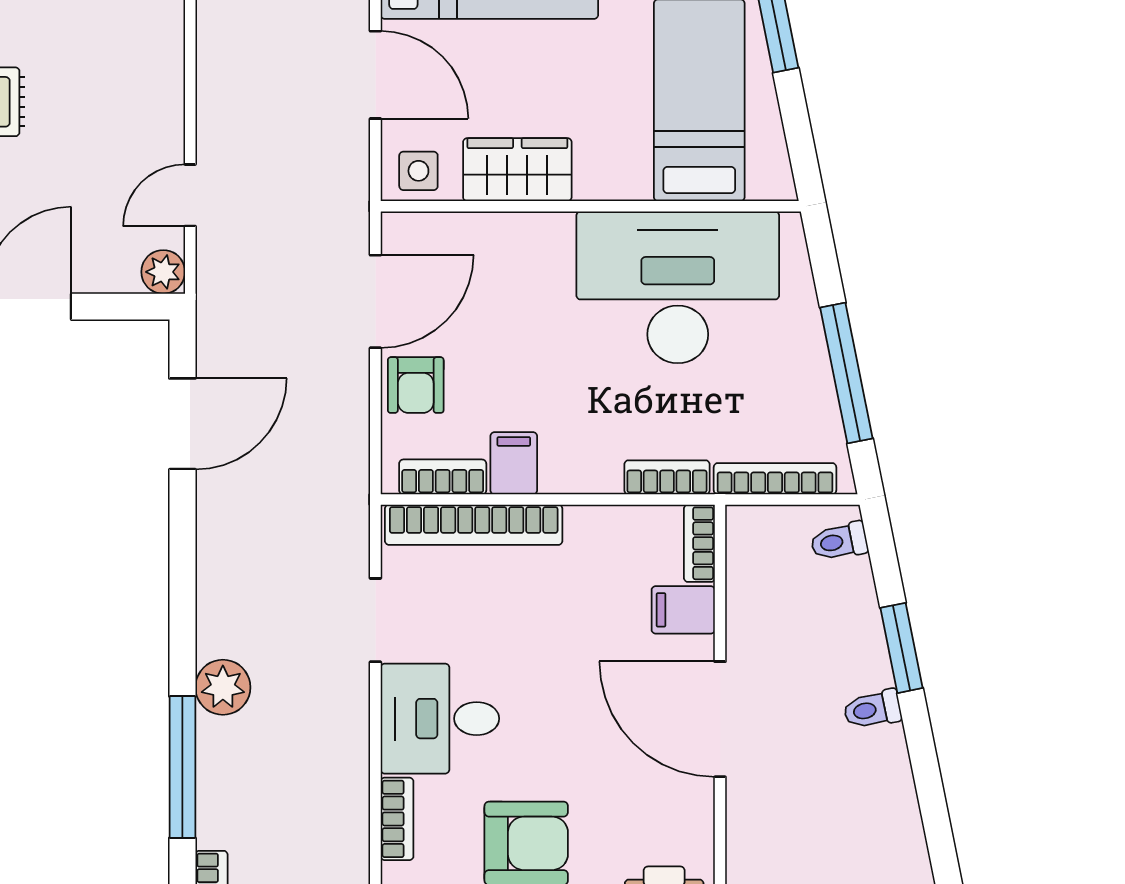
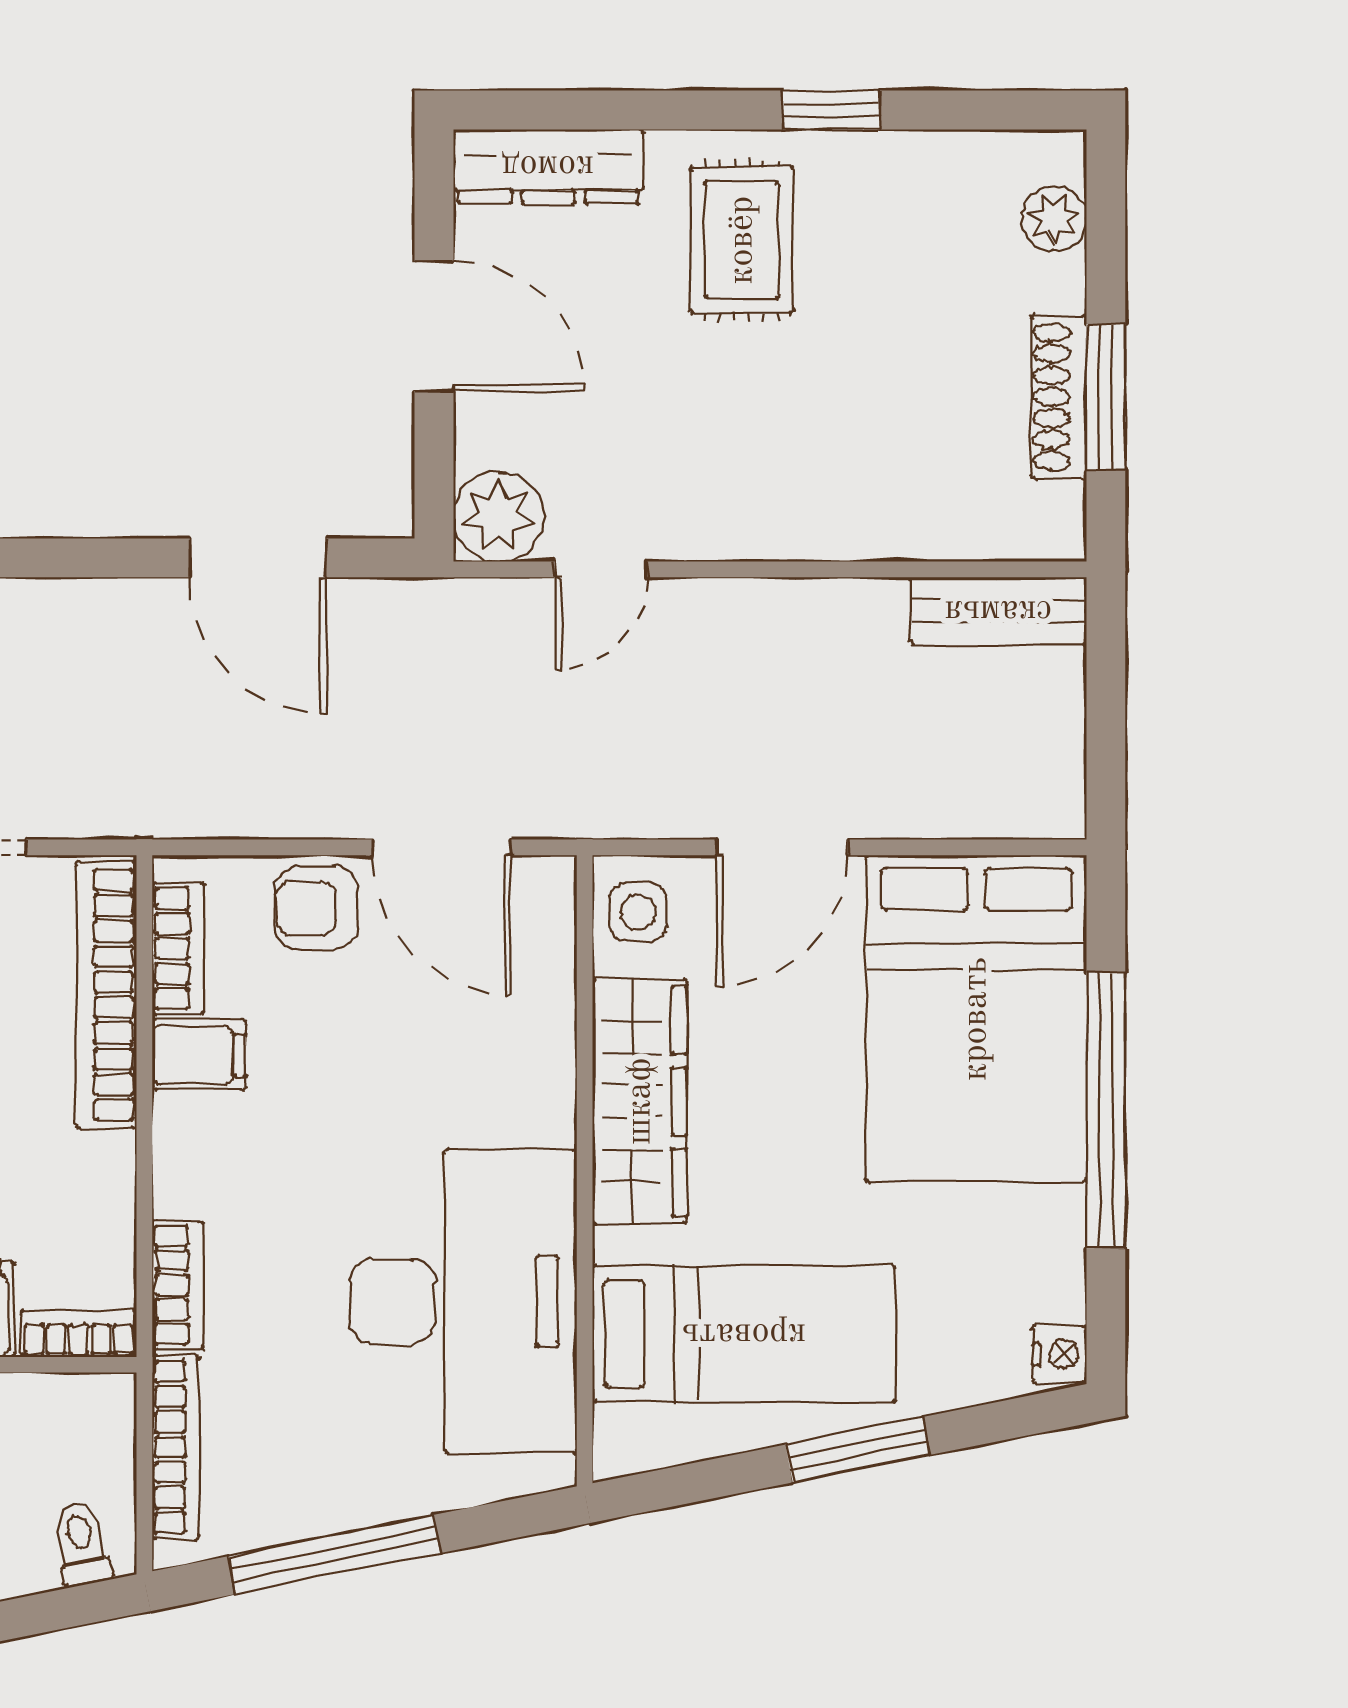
wardrobe: (517, 170) -> (640, 1101), width x1.50
door: (190, 195) -> (601, 569), swing flipped
plant: (163, 272) -> (498, 517), width x1.38, depth x1.38

